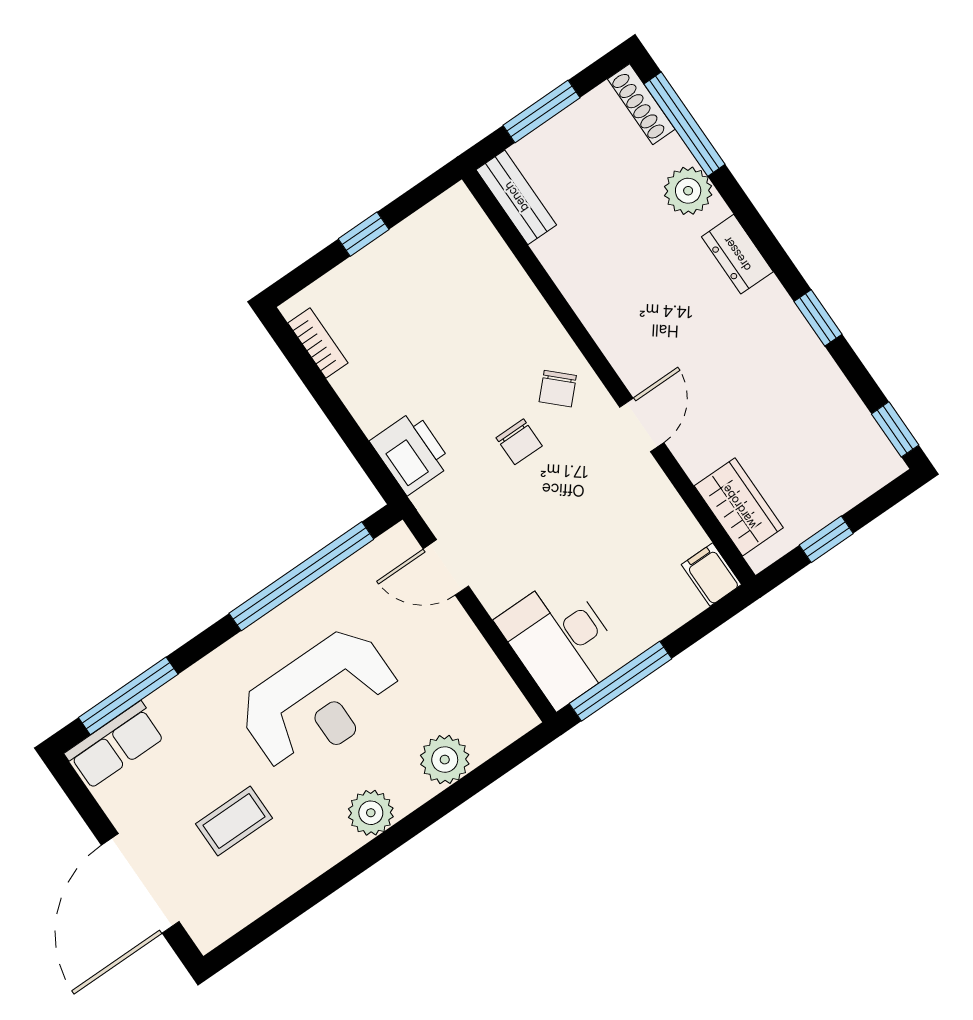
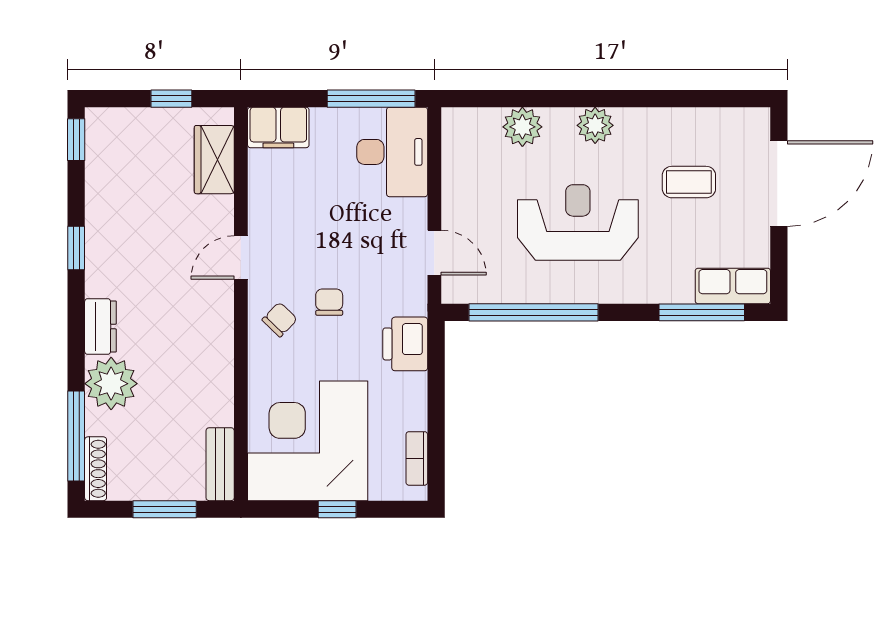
plant: (688, 191) -> (111, 384), width x1.36, depth x1.36
corner desk: (443, 284) -> (308, 441), added
filing cabinet: (711, 575) -> (278, 127), width x2.00

